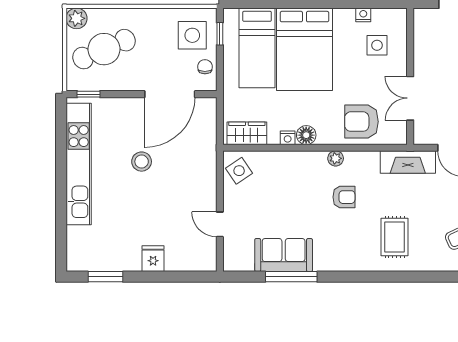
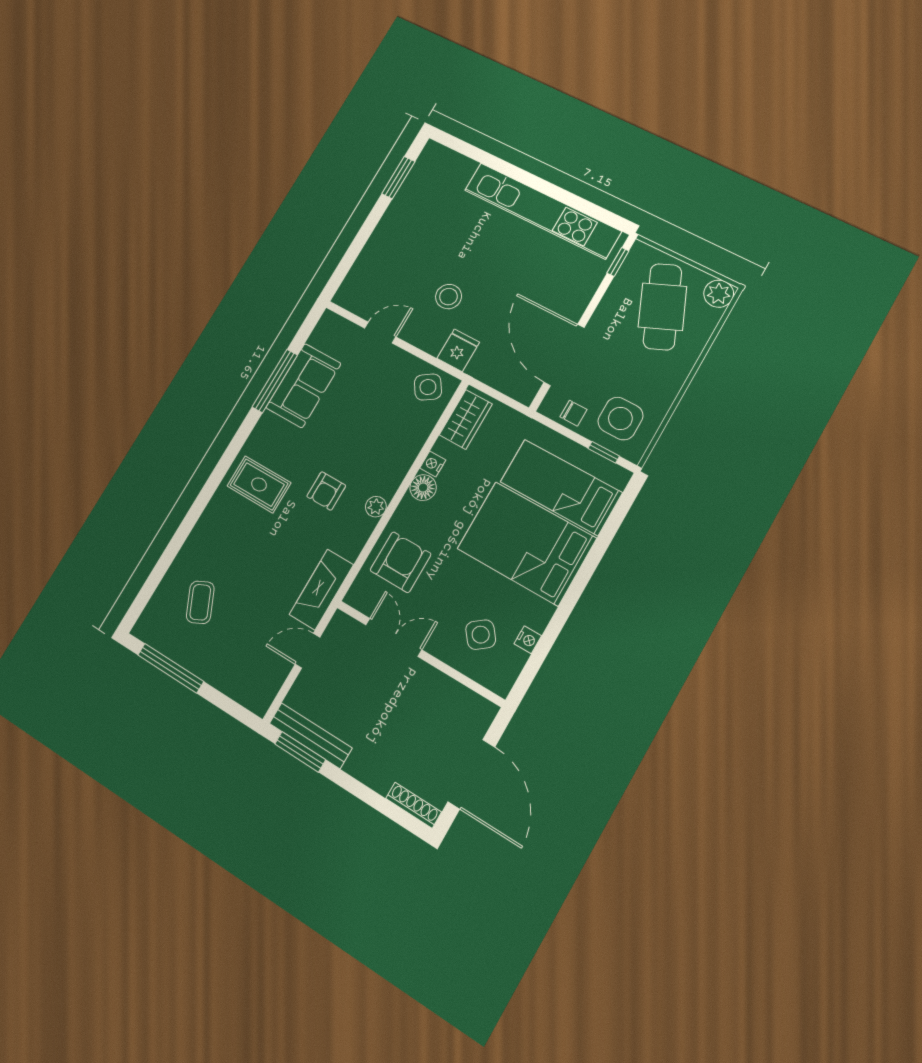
side table: (377, 45) -> (481, 635), turned -38
stool: (142, 162) -> (449, 297), moved
rug: (395, 237) -> (259, 484), moved
fridge: (153, 259) -> (458, 350), moved, turned -90

